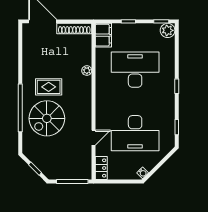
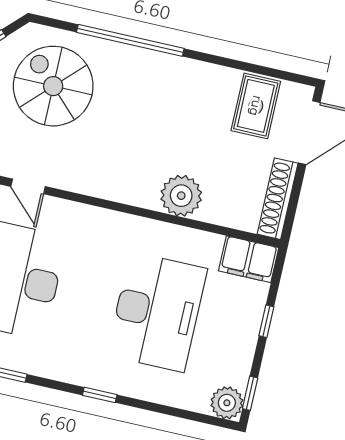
plant: (87, 71) -> (181, 196), width x1.87, depth x1.87
rug: (49, 87) -> (256, 106), moved
spiral stairs: (47, 118) -> (53, 86), moved

